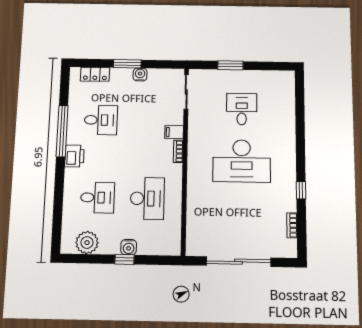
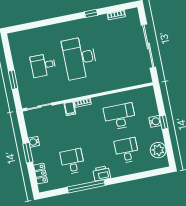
desk: (242, 161) -> (80, 58), turned 180

